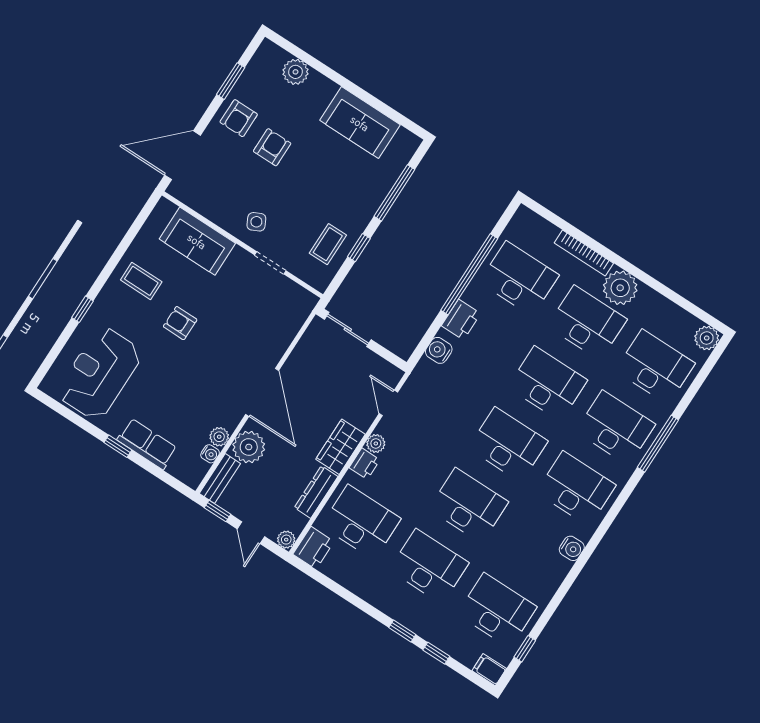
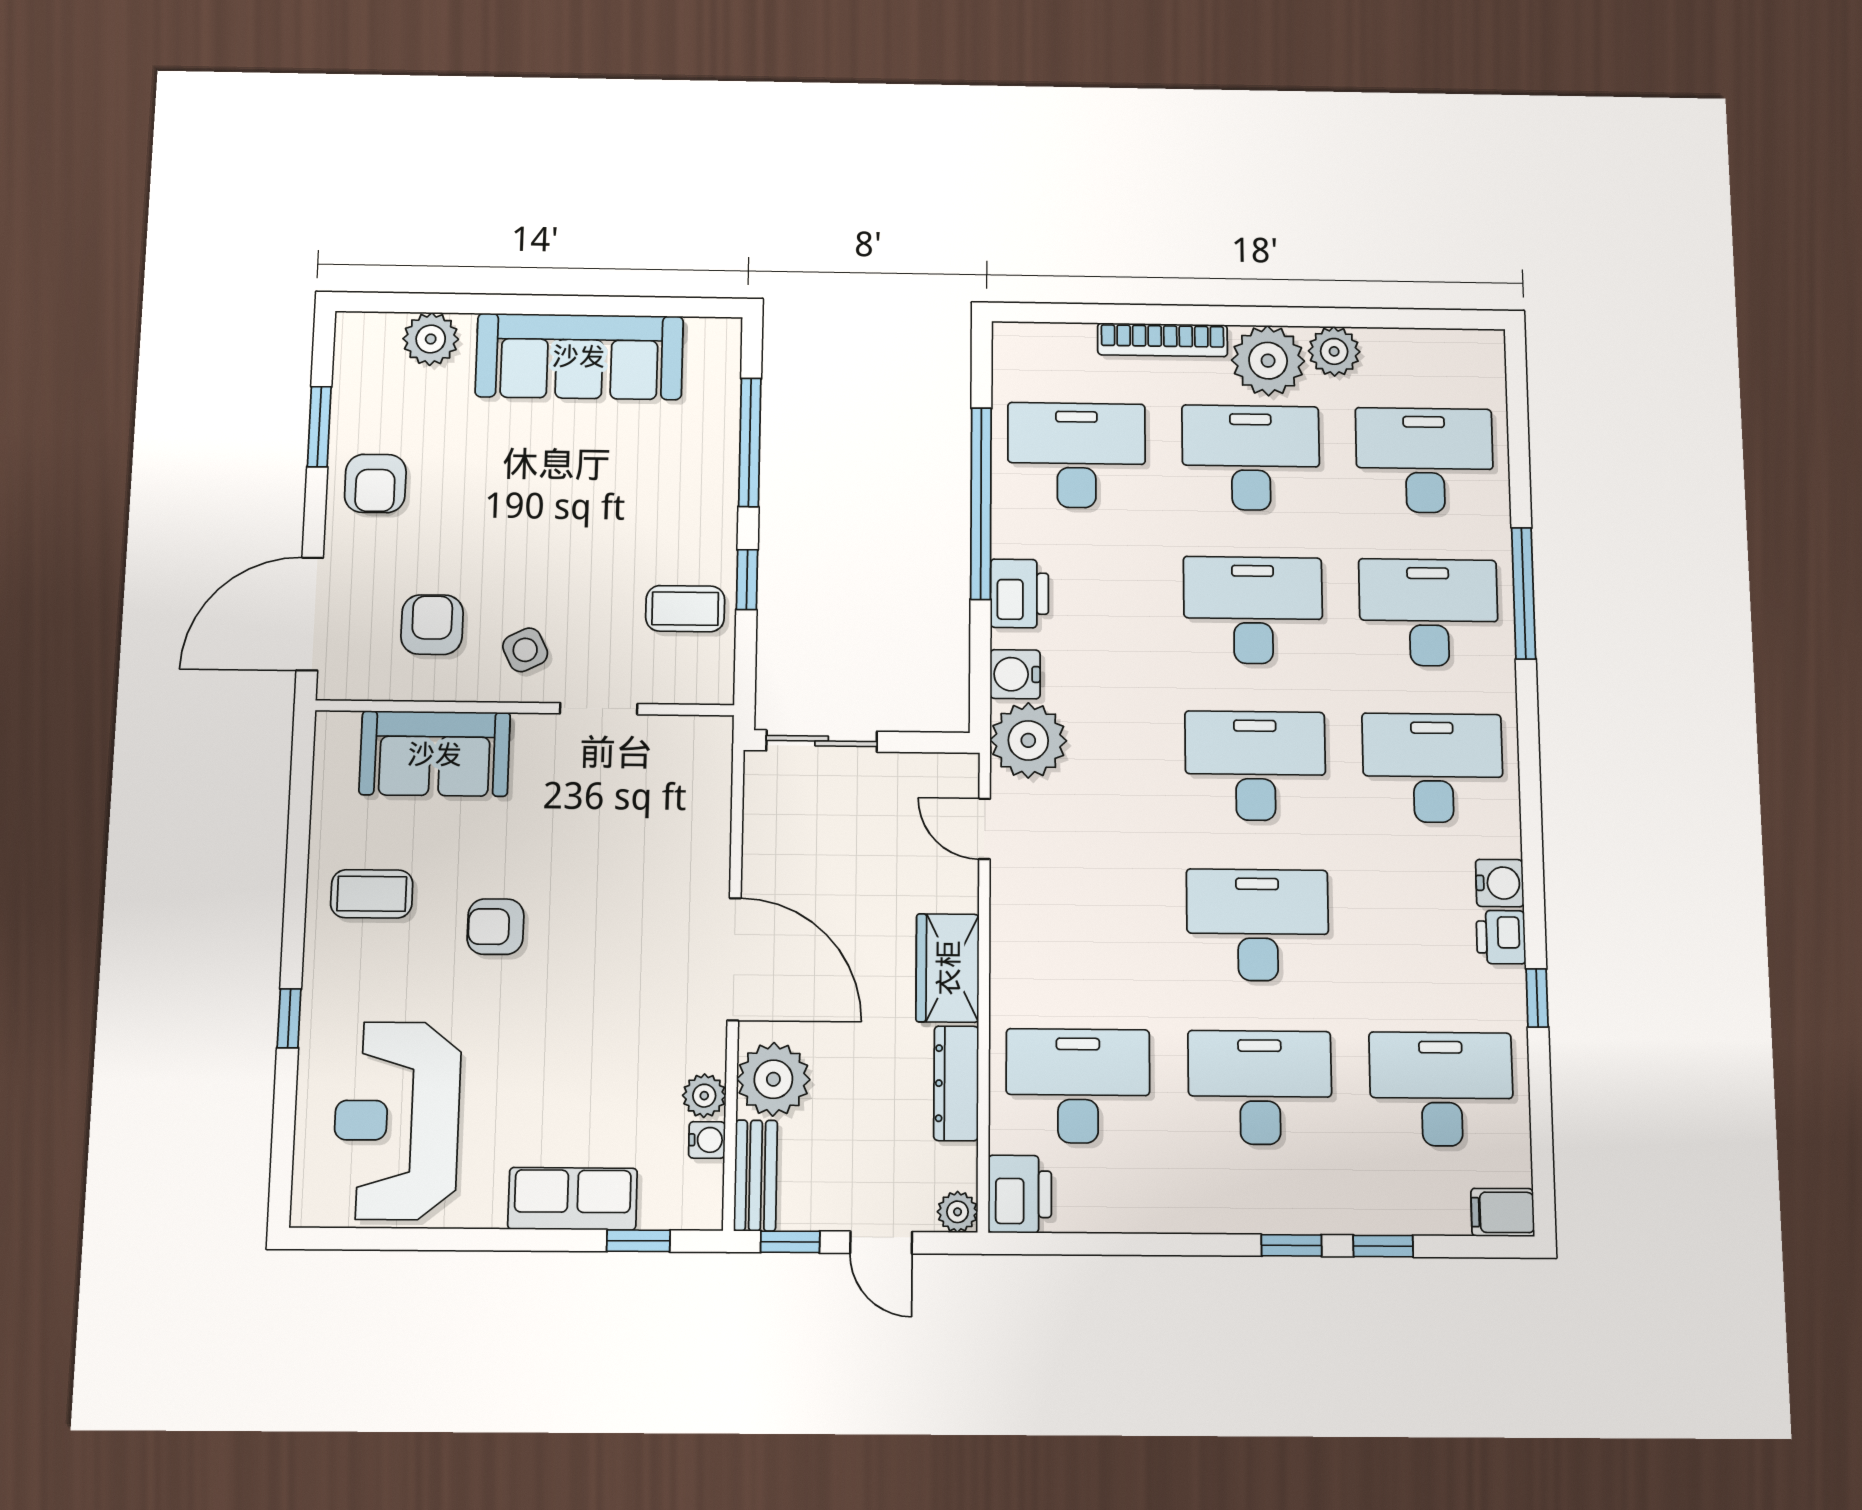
sofa: (360, 123) -> (579, 356), width x1.36
armchair: (272, 147) -> (432, 625), moved
coffee table: (328, 244) -> (685, 609), turned 90
plant: (707, 338) -> (1334, 351), moved
plant: (376, 443) -> (1028, 740), moved, width x1.87, depth x1.87
window: (118, 446) -> (638, 1241), moved
printer: (365, 464) -> (1501, 937), moved, turned 180
window: (525, 649) -> (1537, 998), moved

